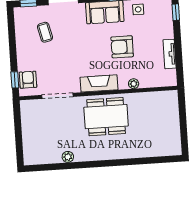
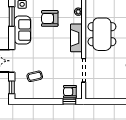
armchair: (122, 47) -> (50, 18), turned 90

